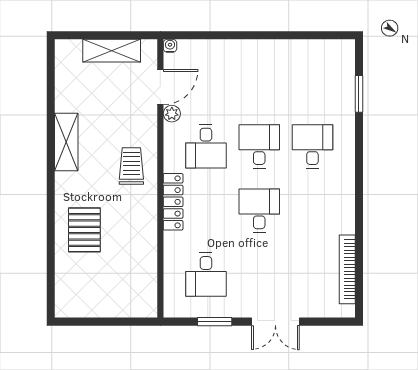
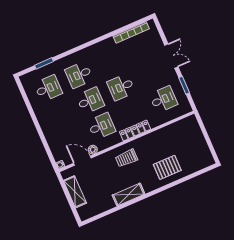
desk: (312, 82) -> (48, 88), added
desk: (259, 146) -> (90, 101), turned 180

